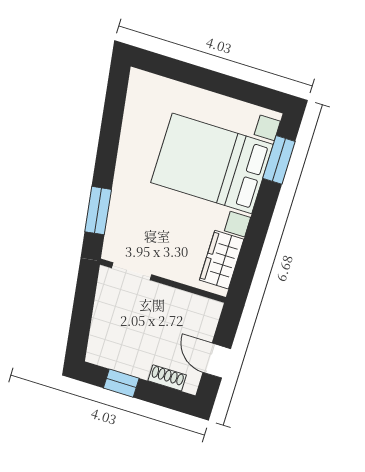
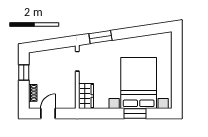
window: (279, 160) -> (135, 114), moved
wardrobe: (222, 260) -> (86, 96), moved, turned 90

